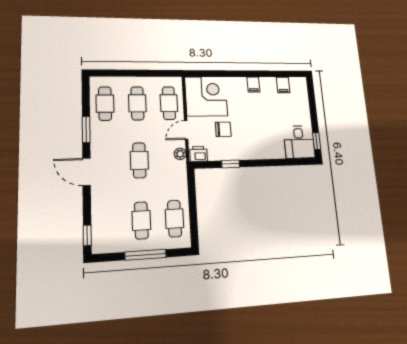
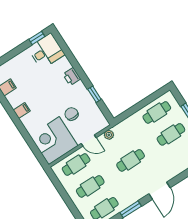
printer: (198, 154) -> (72, 77), moved

